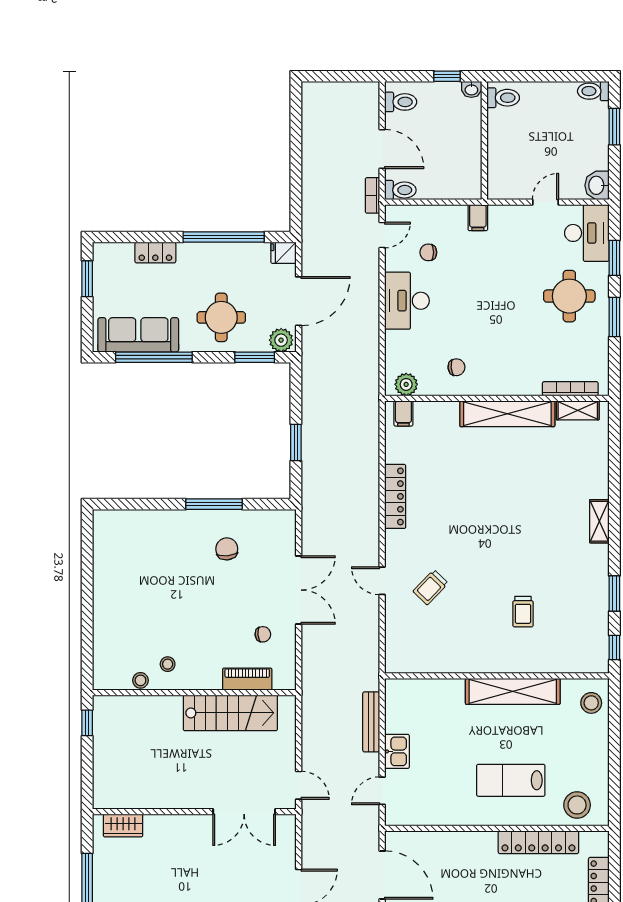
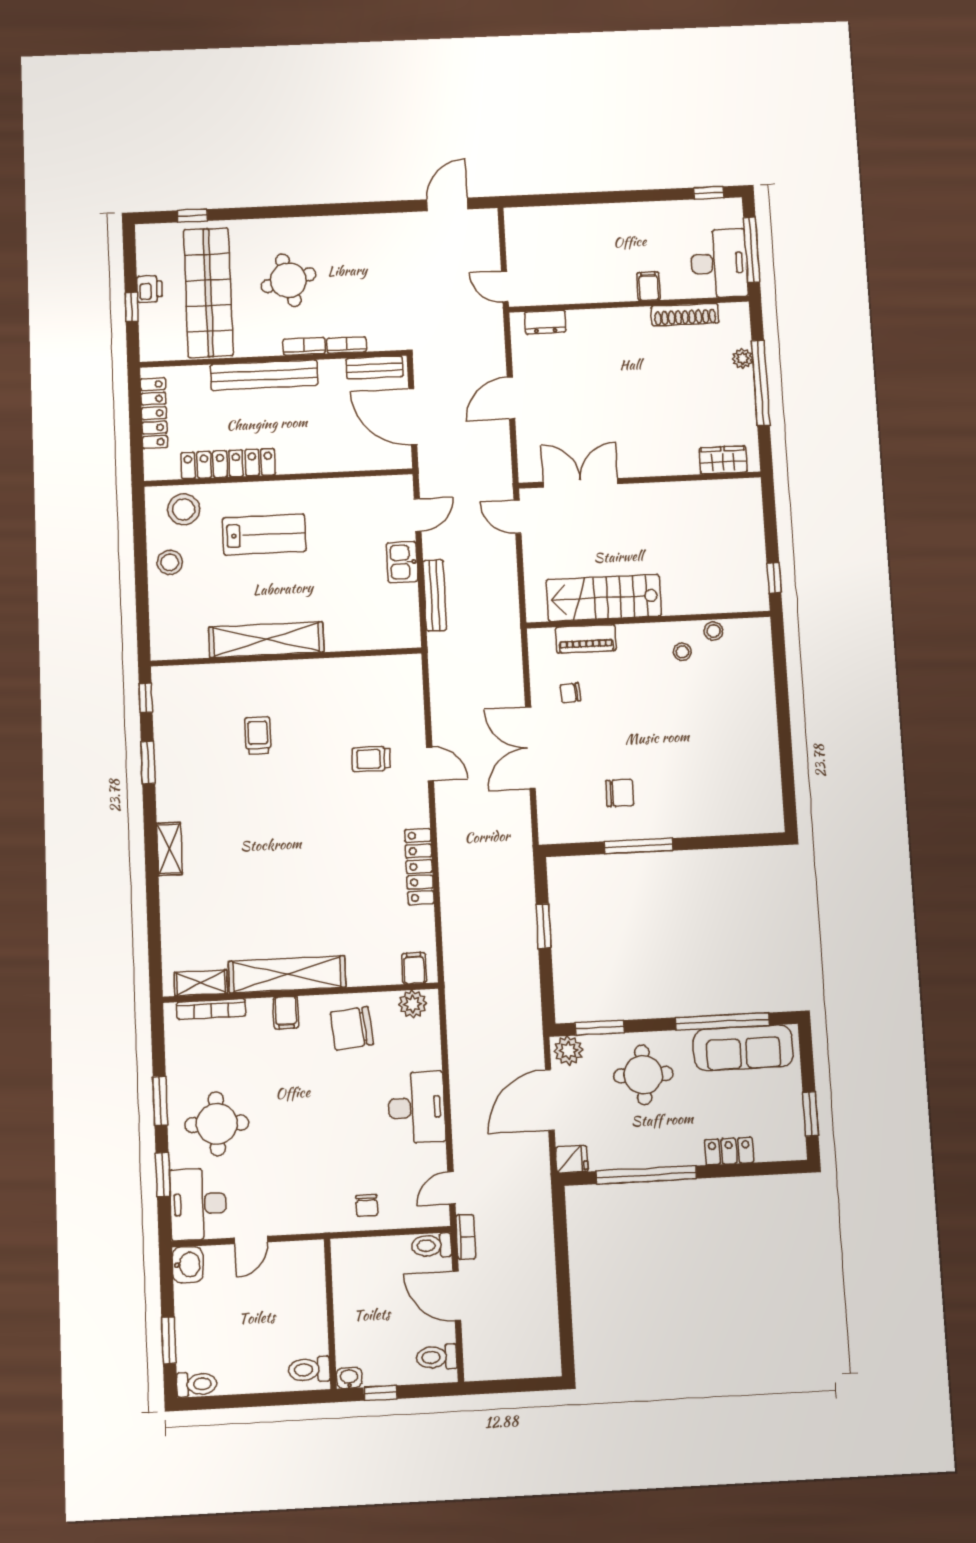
filing cabinet: (478, 218) -> (286, 1013), moved, turned 180
chair: (428, 252) -> (367, 1206), moved, turned 90
chair: (456, 367) -> (352, 1028), width x1.87, depth x1.87
chair: (227, 549) -> (620, 793), turned -85
trolley: (431, 587) -> (371, 759), turned -134
stool: (591, 703) -> (170, 562), moved

